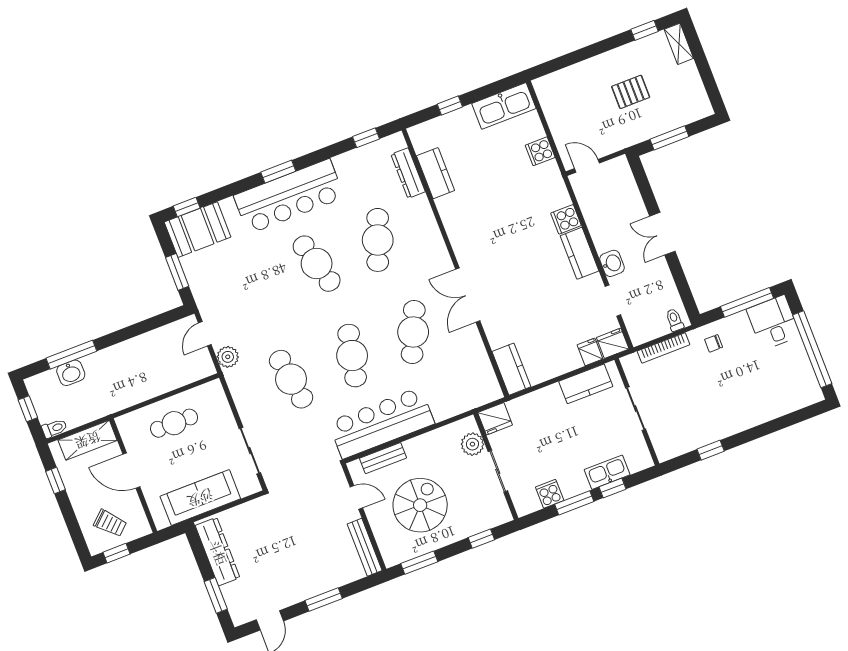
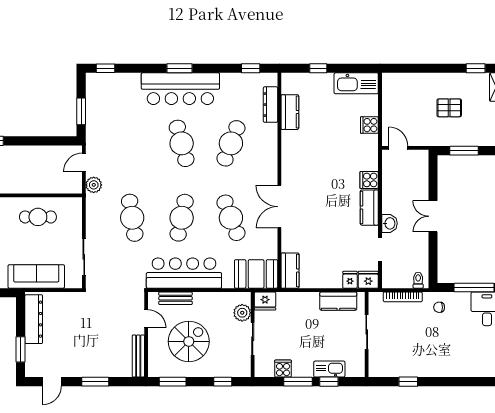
booth: (198, 230) -> (256, 274), moved
cafe table: (413, 332) -> (231, 218), turned -45

